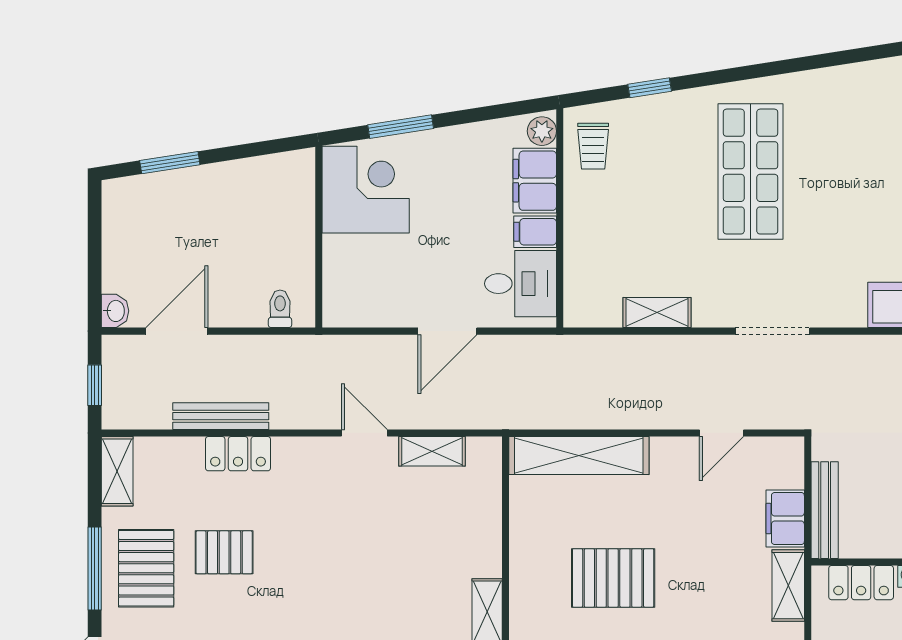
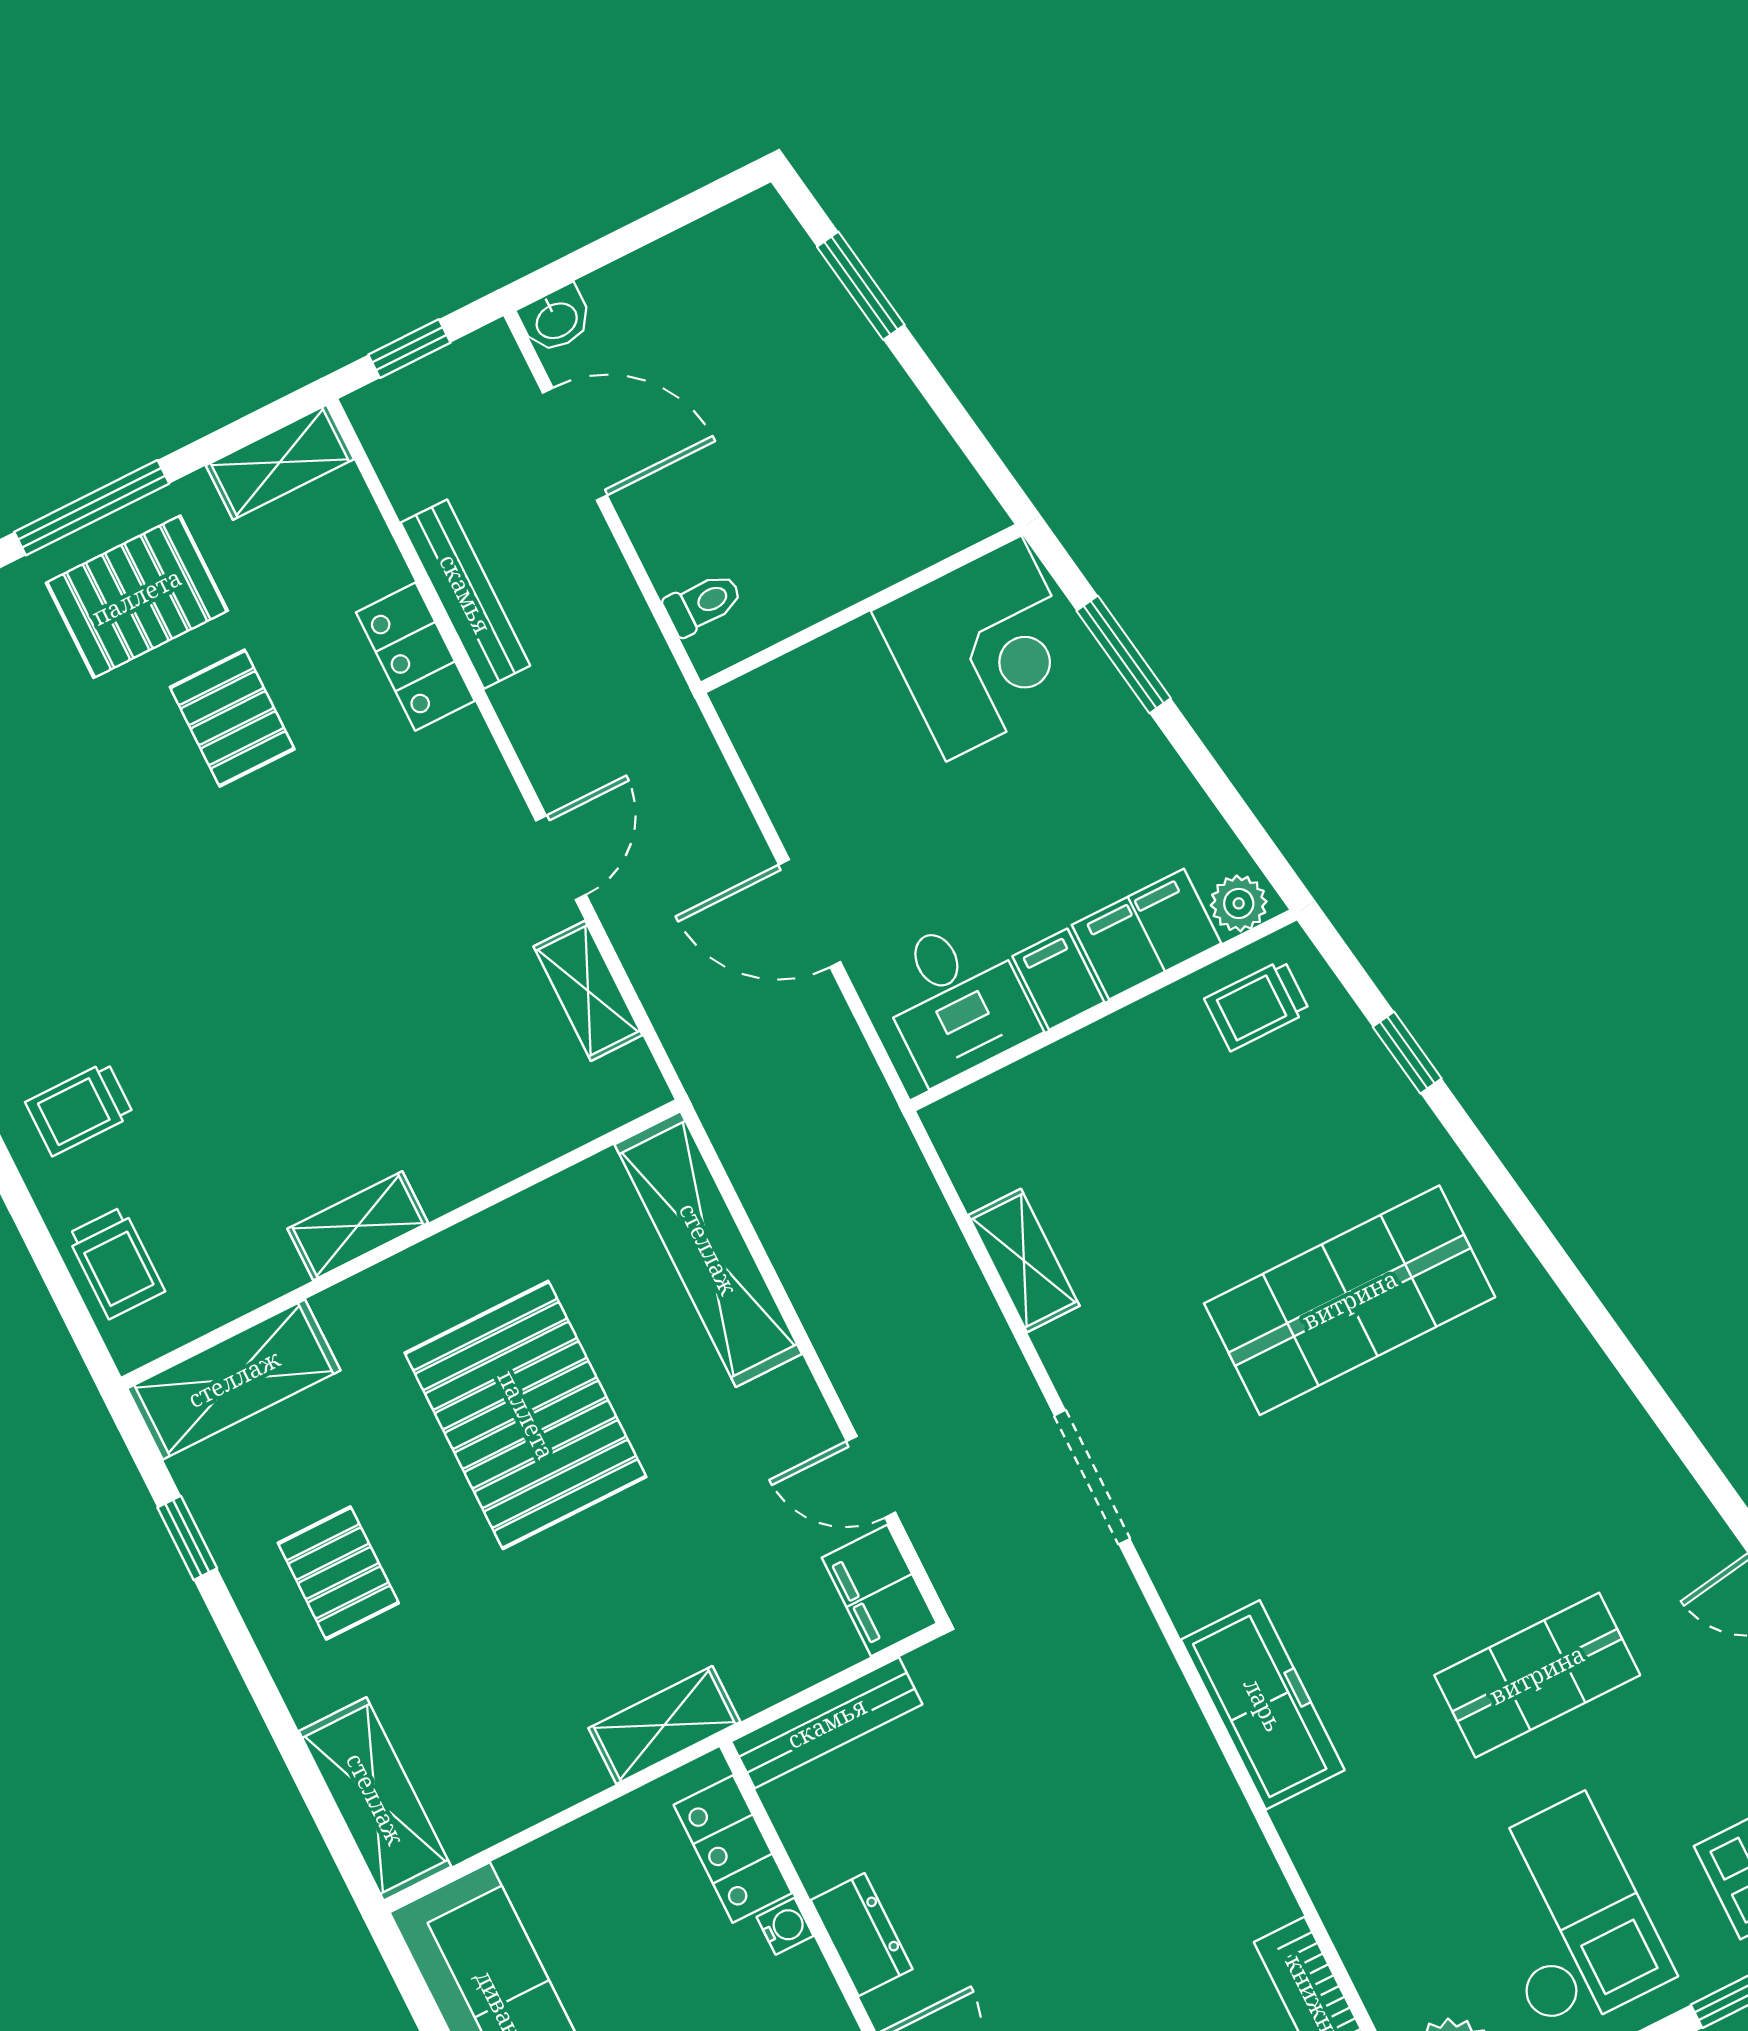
filing cabinet: (785, 519) -> (879, 1591), moved, turned -90
pallet: (613, 578) -> (526, 1415), width x1.37, depth x1.41

